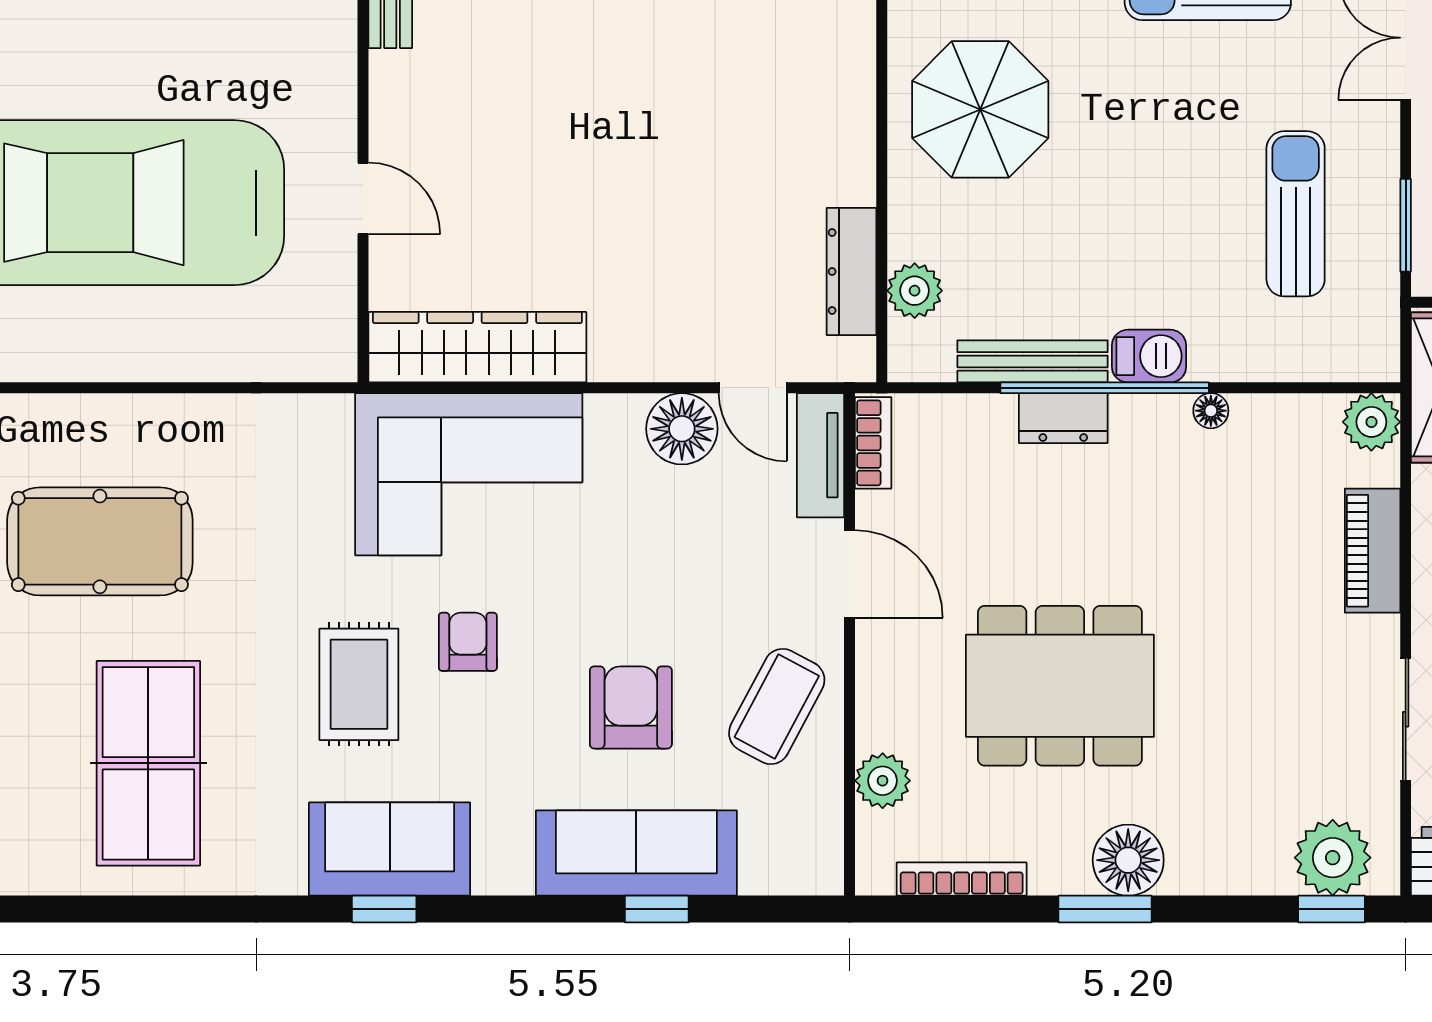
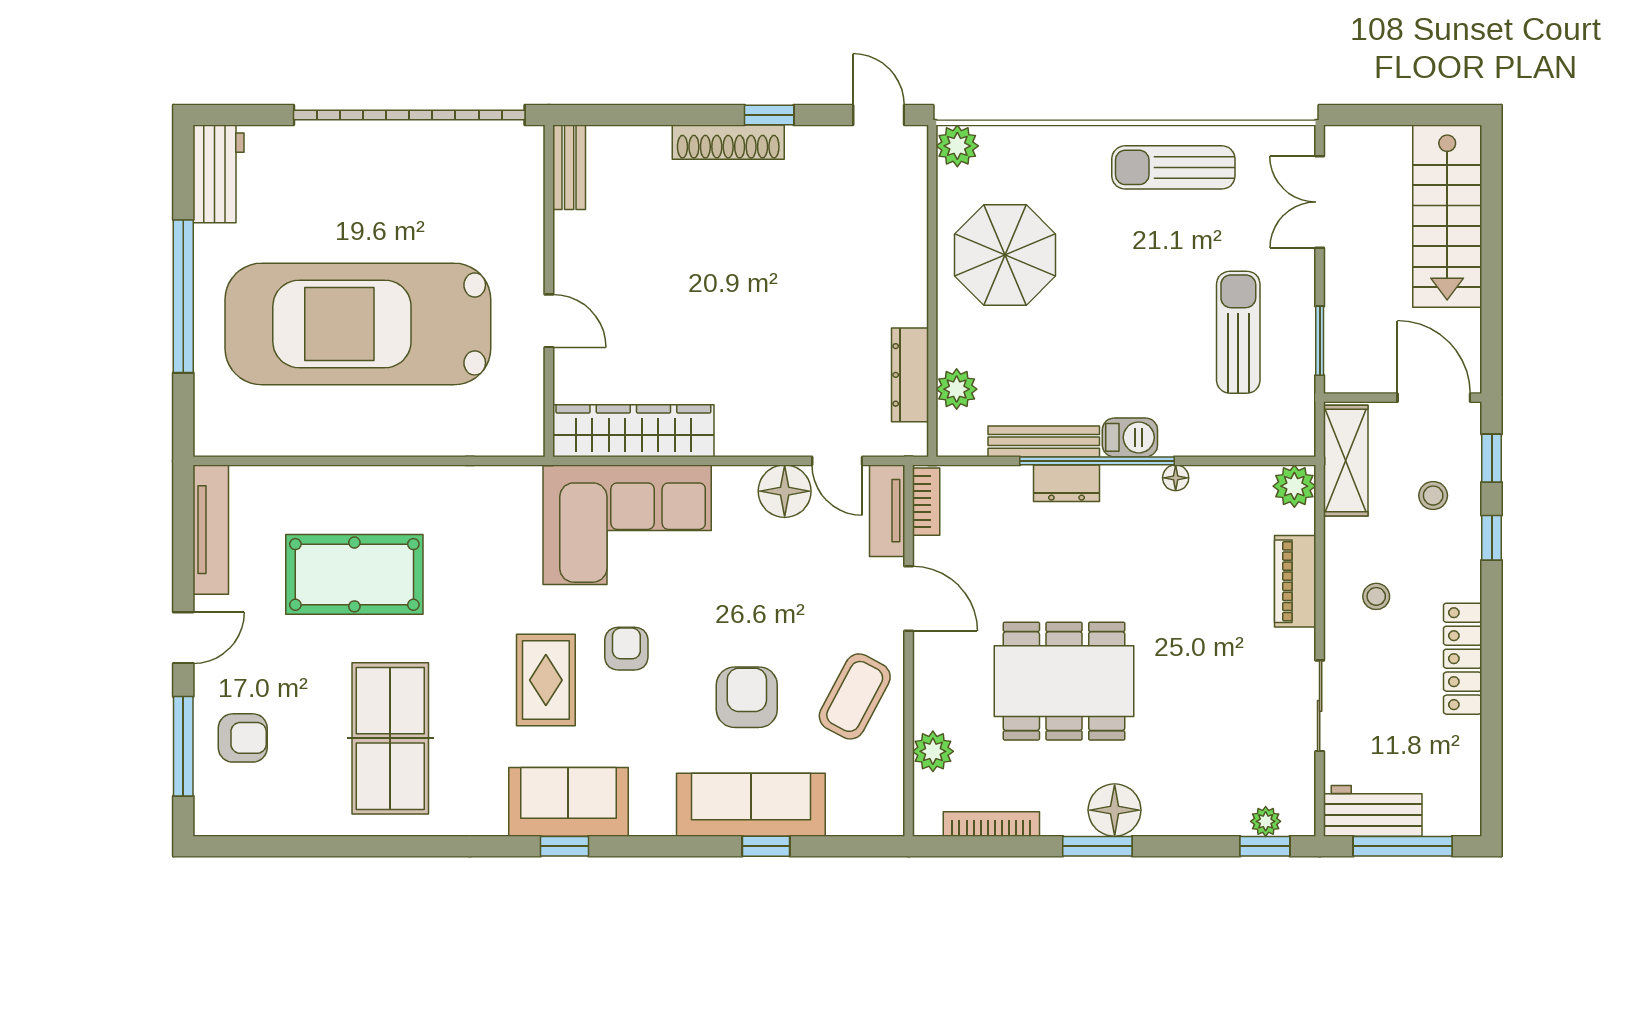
plant: (1333, 858) -> (1266, 821), width x0.53, depth x0.53

